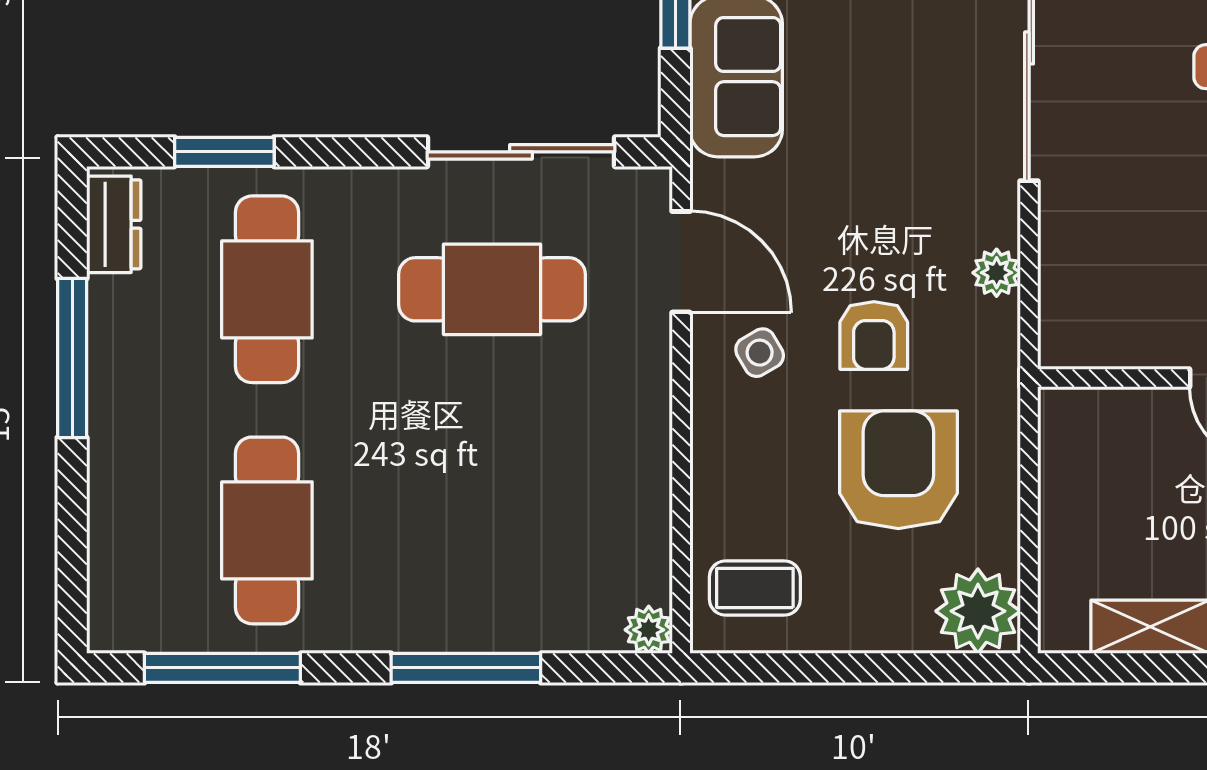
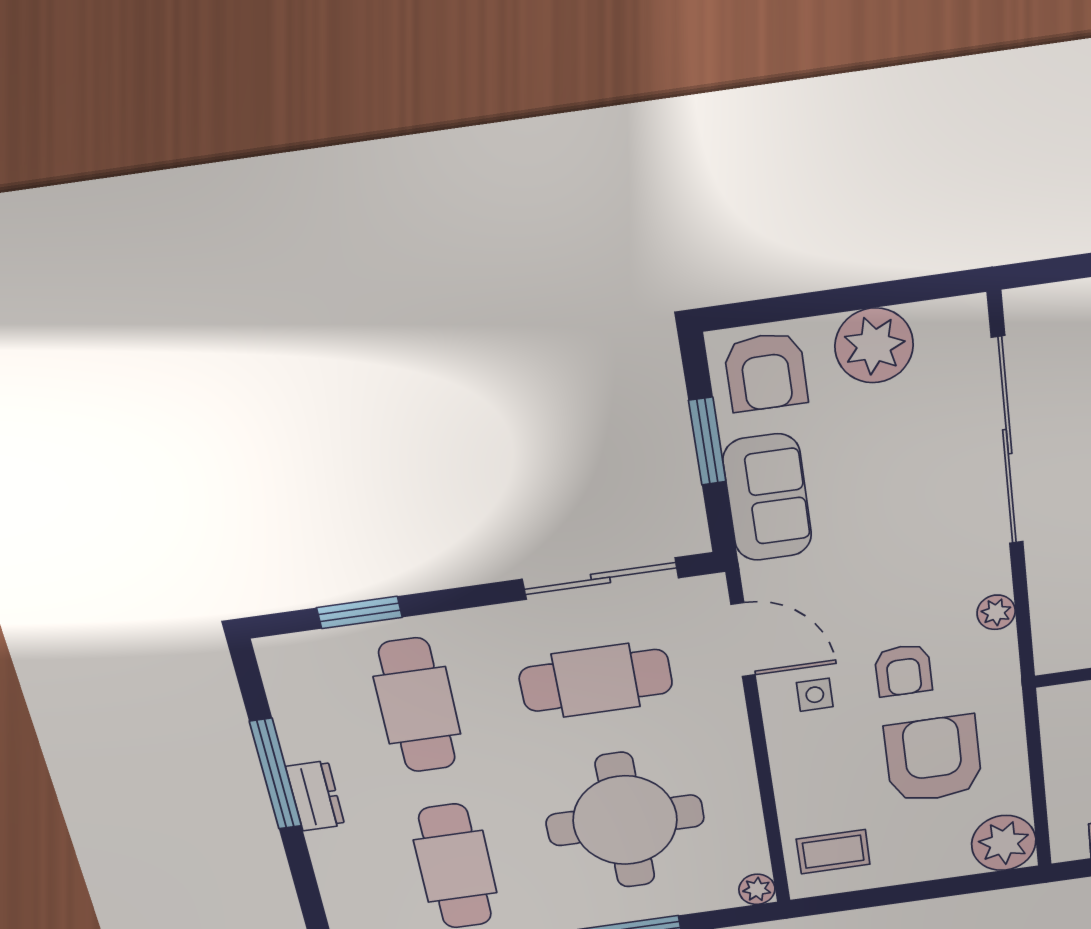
dresser: (114, 224) -> (315, 796), moved
side table: (760, 353) -> (815, 695), turned 30
round table: (495, 497) -> (625, 820), added

